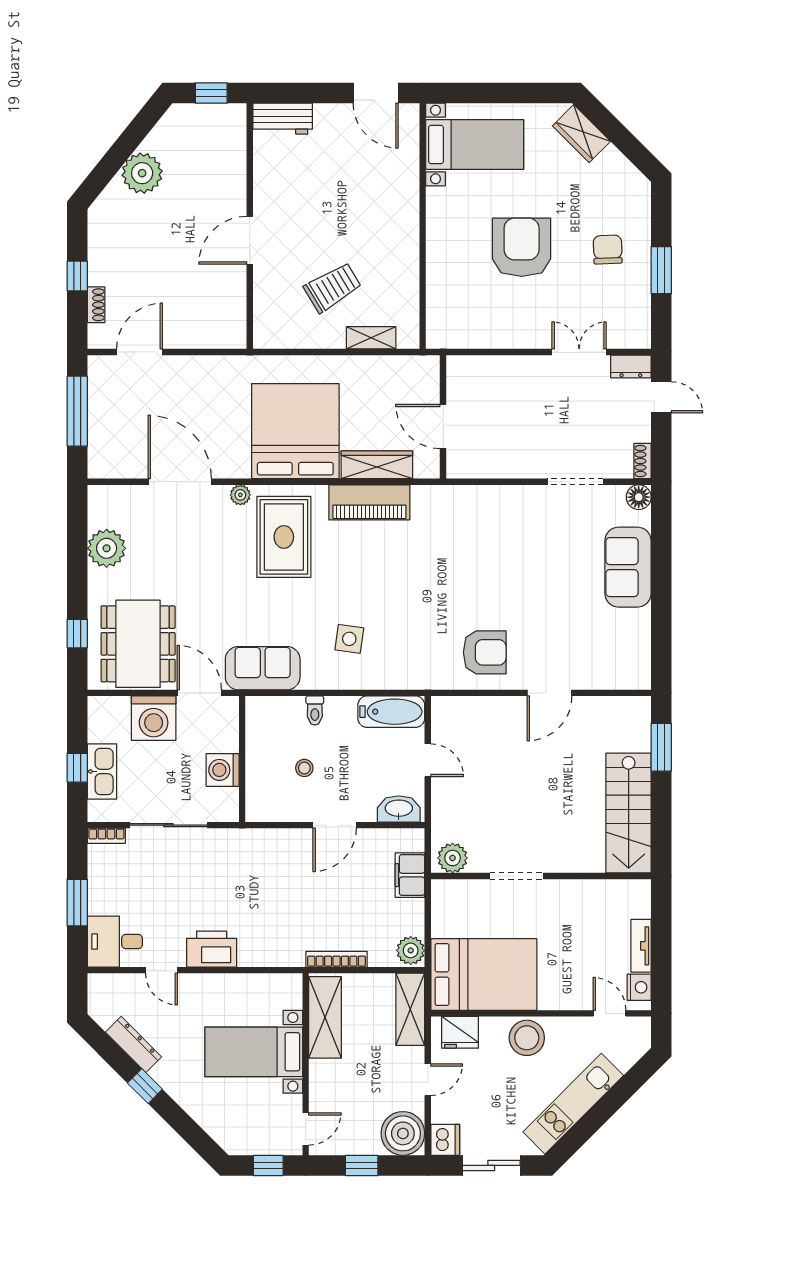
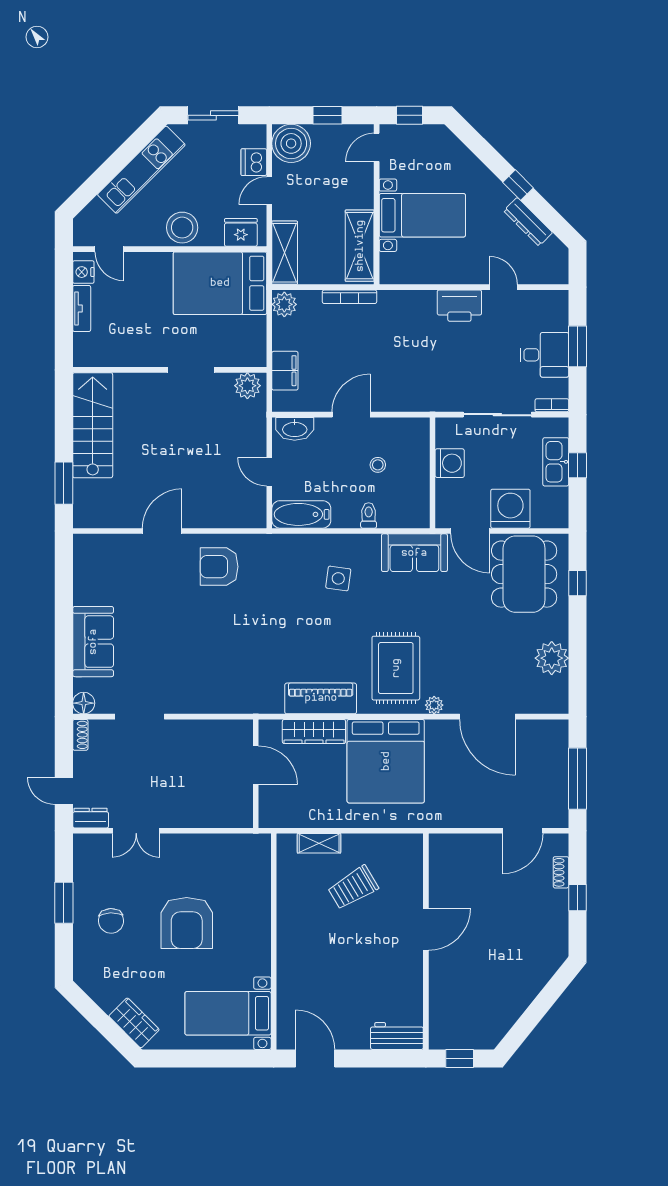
plant: (142, 173) -> (520, 988), removed
desk: (115, 942) -> (544, 355), moved
dishwasher: (445, 1140) -> (254, 162), moved

